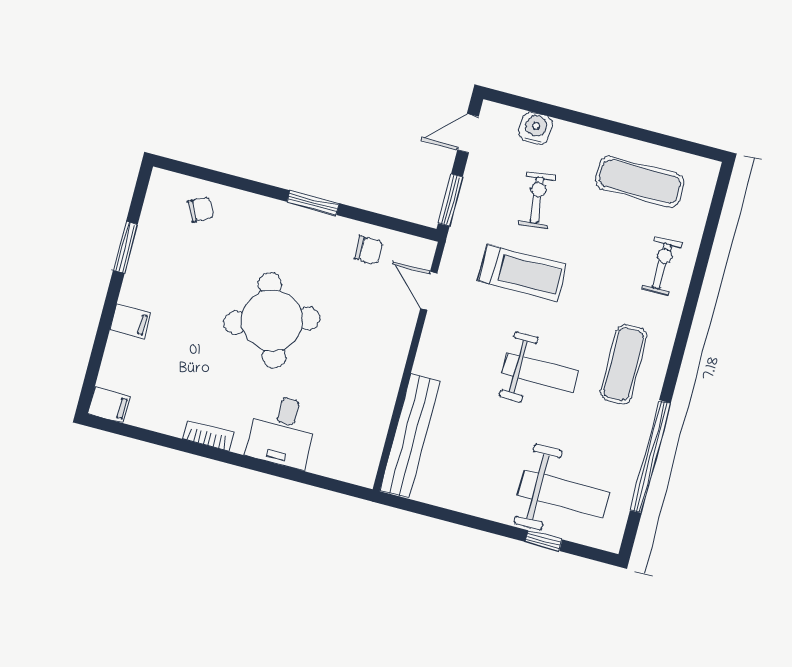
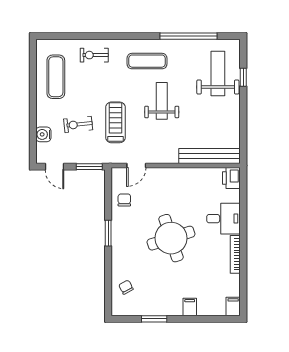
bookcase: (208, 436) -> (235, 254), width x1.56
printer: (357, 467) -> (231, 178), added

